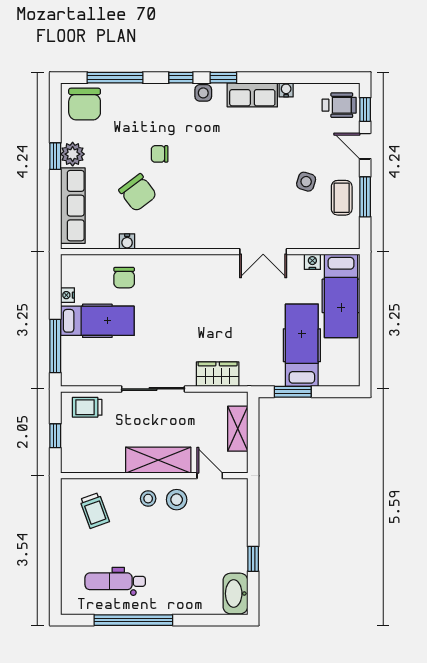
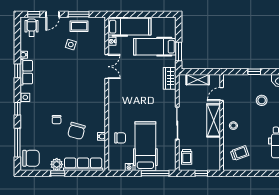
window: (223, 78) -> (17, 71), moved
chair: (138, 193) -> (76, 131), turned 142
hospital bed: (97, 321) -> (145, 146), width x1.37, depth x1.29
wardrobe: (218, 374) -> (170, 78), moved
stool: (177, 500) -> (262, 100), moved
window: (253, 559) -> (254, 72), moved

